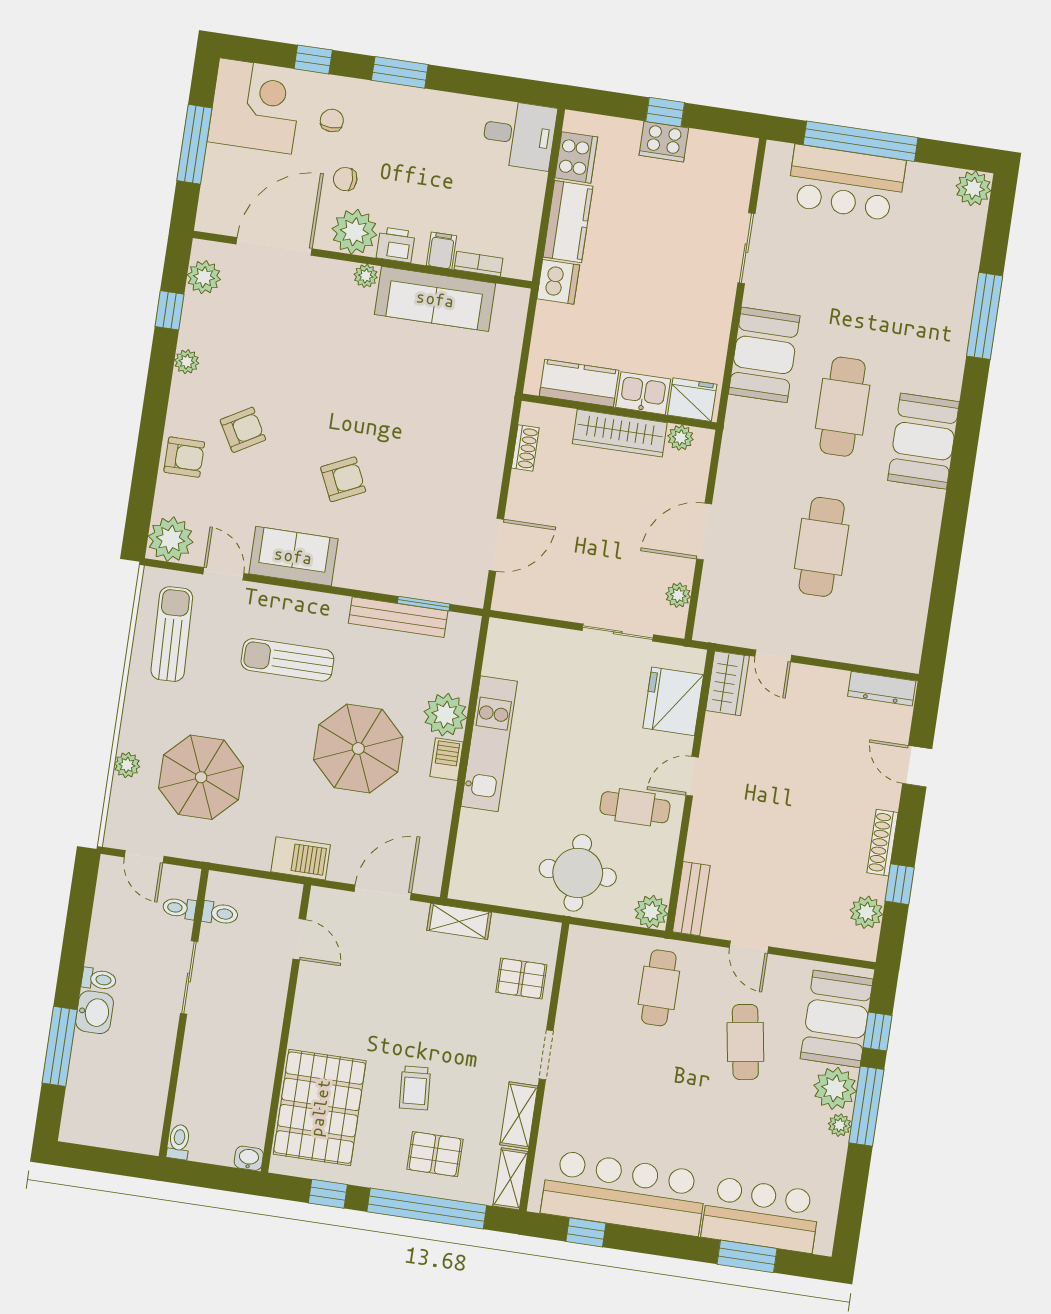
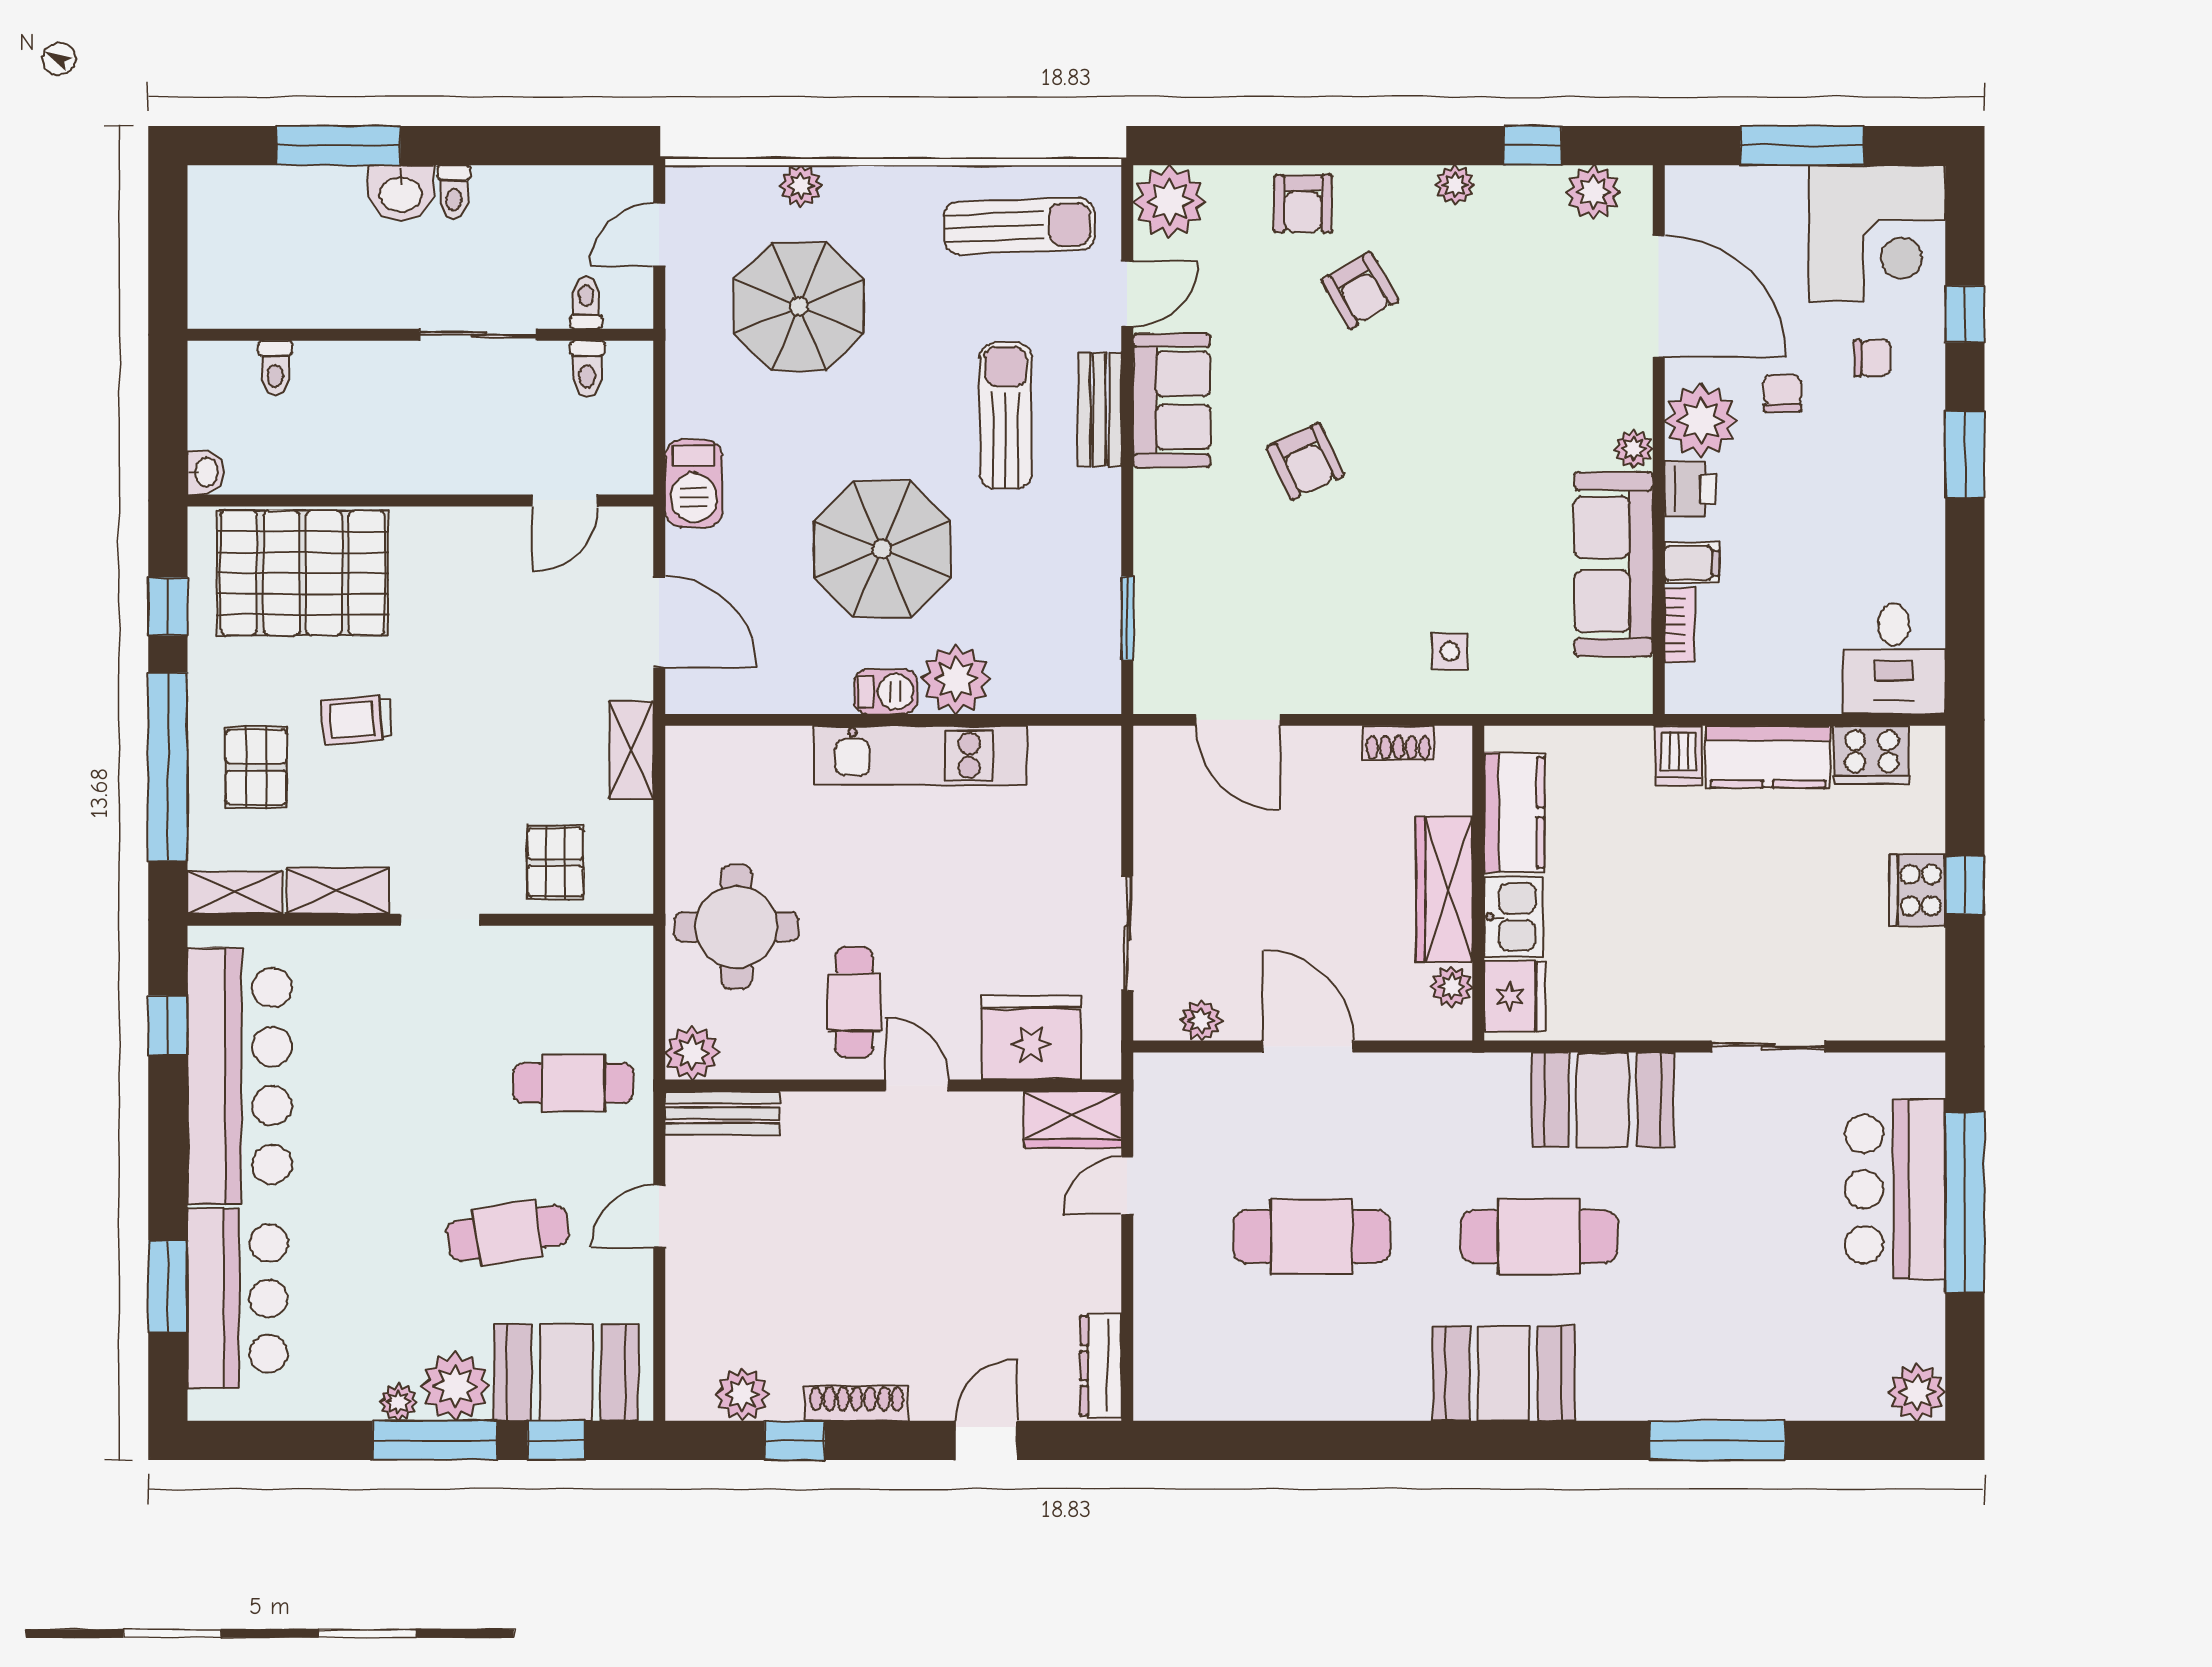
dishwasher: (558, 282) -> (1678, 756), width x0.73
side table: (474, 408) -> (1450, 651), added
bench: (398, 617) -> (1100, 410), moved, width x0.73
toilet: (179, 1142) -> (275, 368), moved, turned 90

